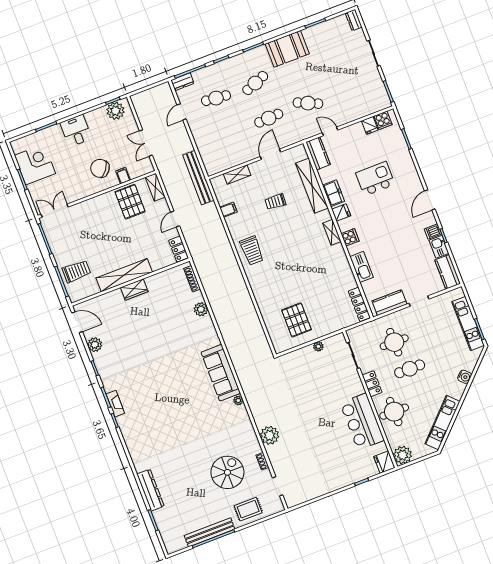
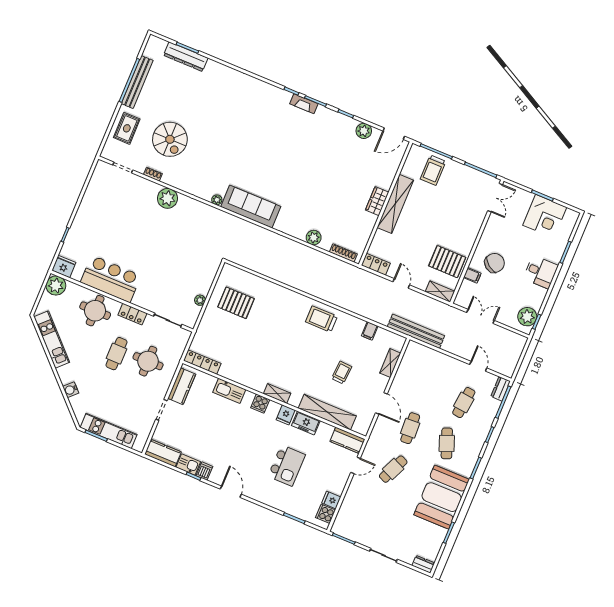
booth: (287, 49) -> (442, 497), width x1.36, depth x1.42
dresser: (150, 490) -> (186, 57), moved

